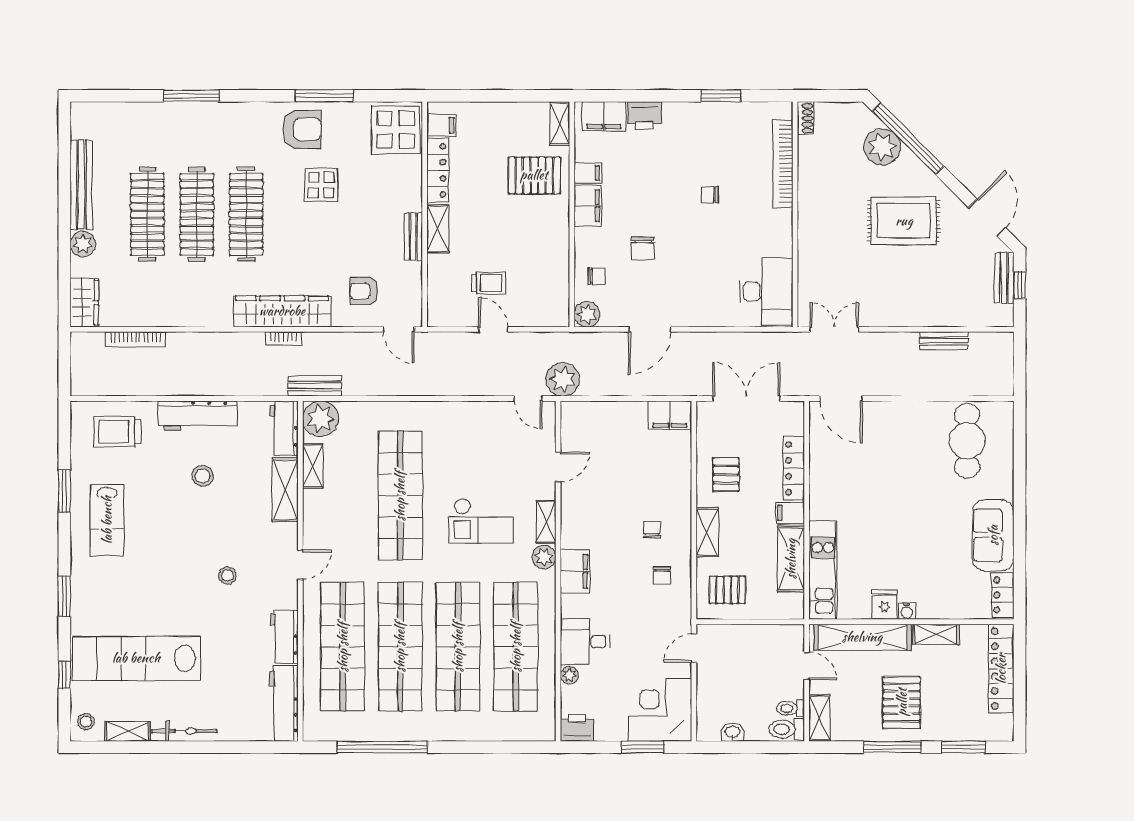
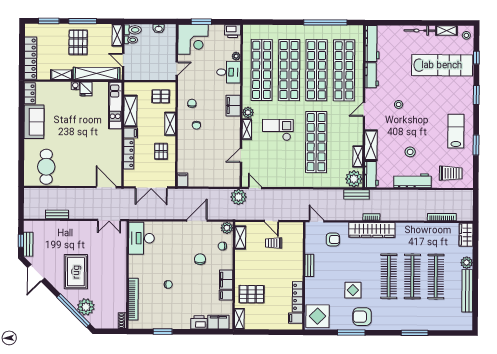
rug: (904, 221) -> (76, 272), turned 90
shelving: (438, 229) -> (240, 237), moved
filing cabinet: (670, 415) -> (182, 180), width x0.50

